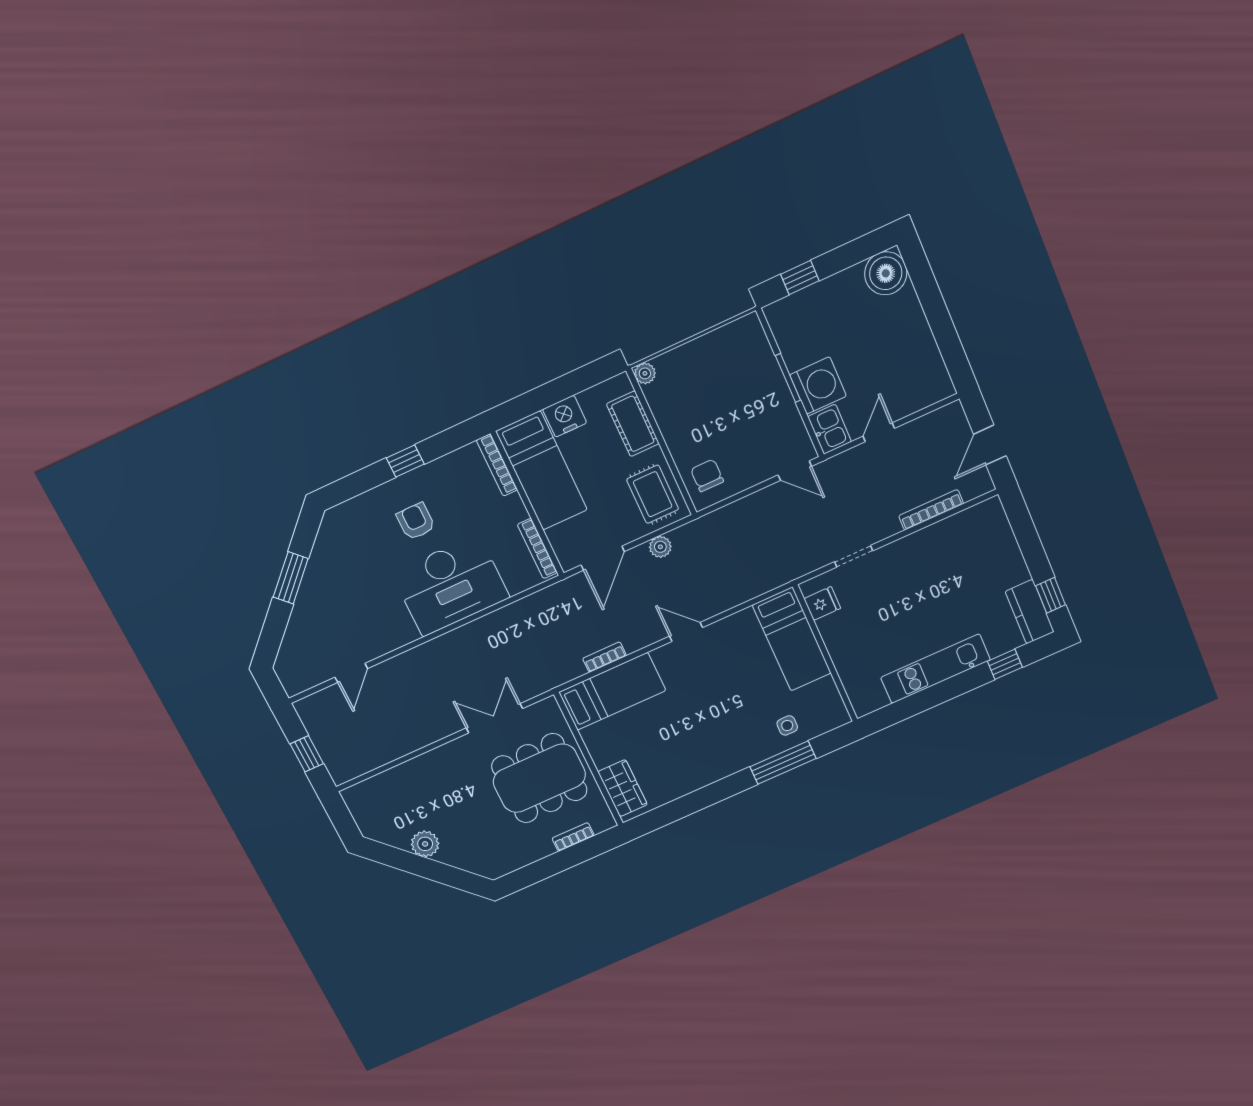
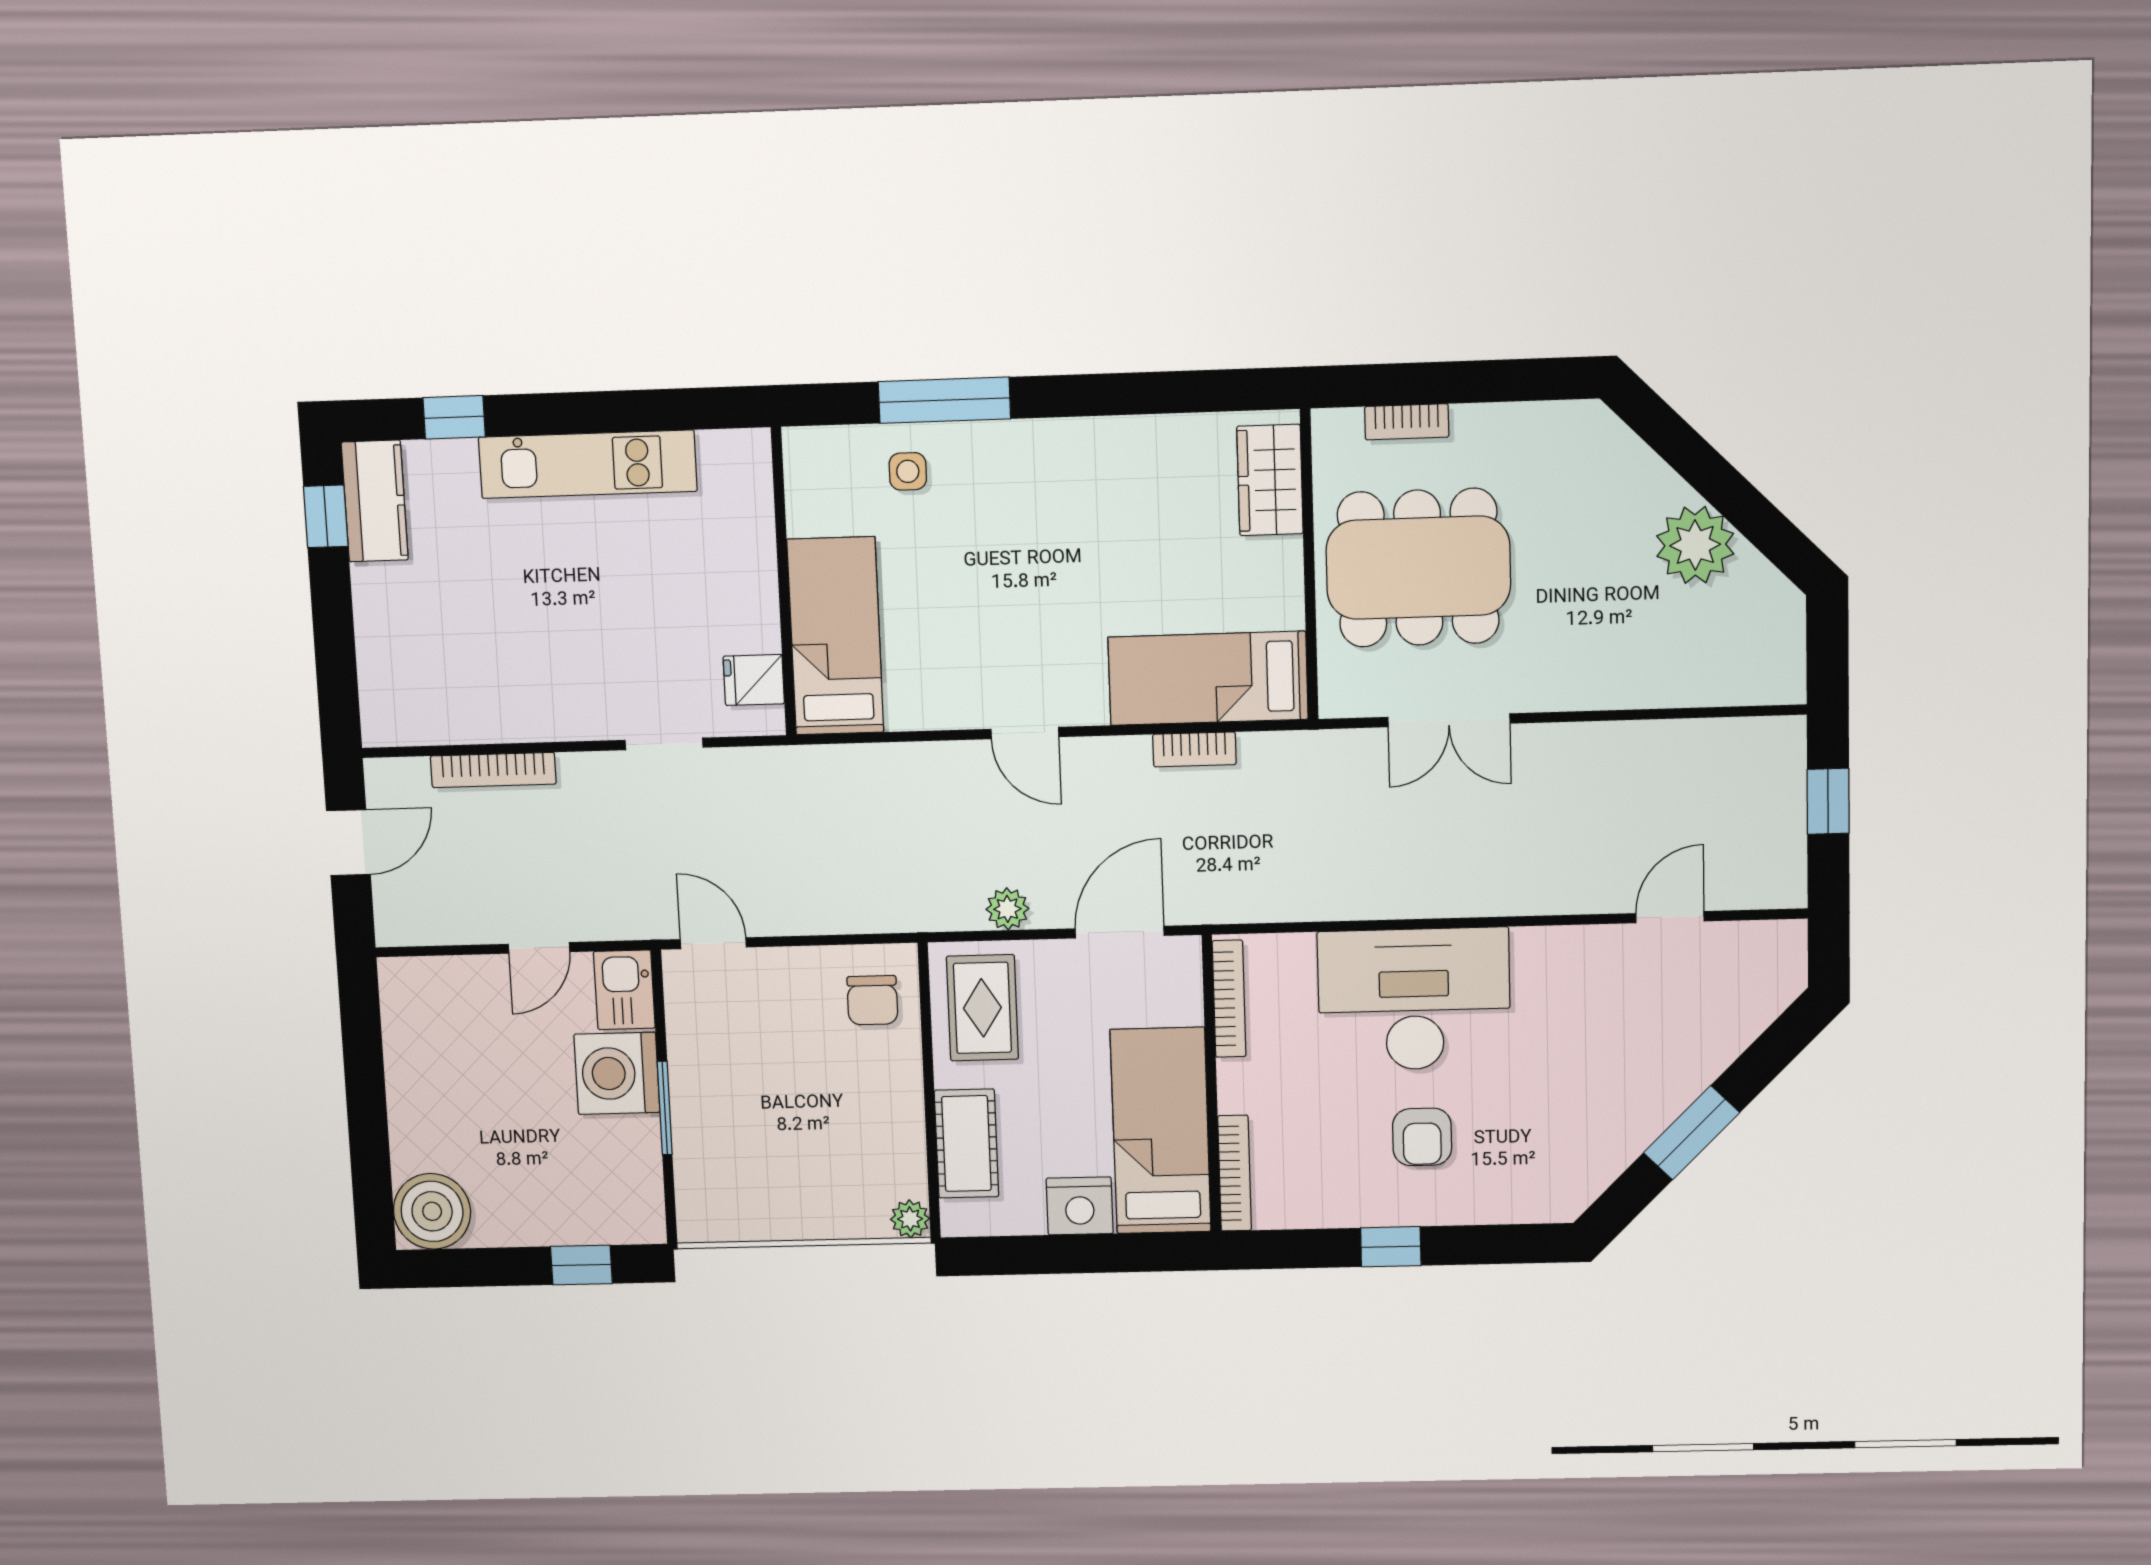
plant: (425, 844) -> (1695, 545), width x1.36, depth x1.36

